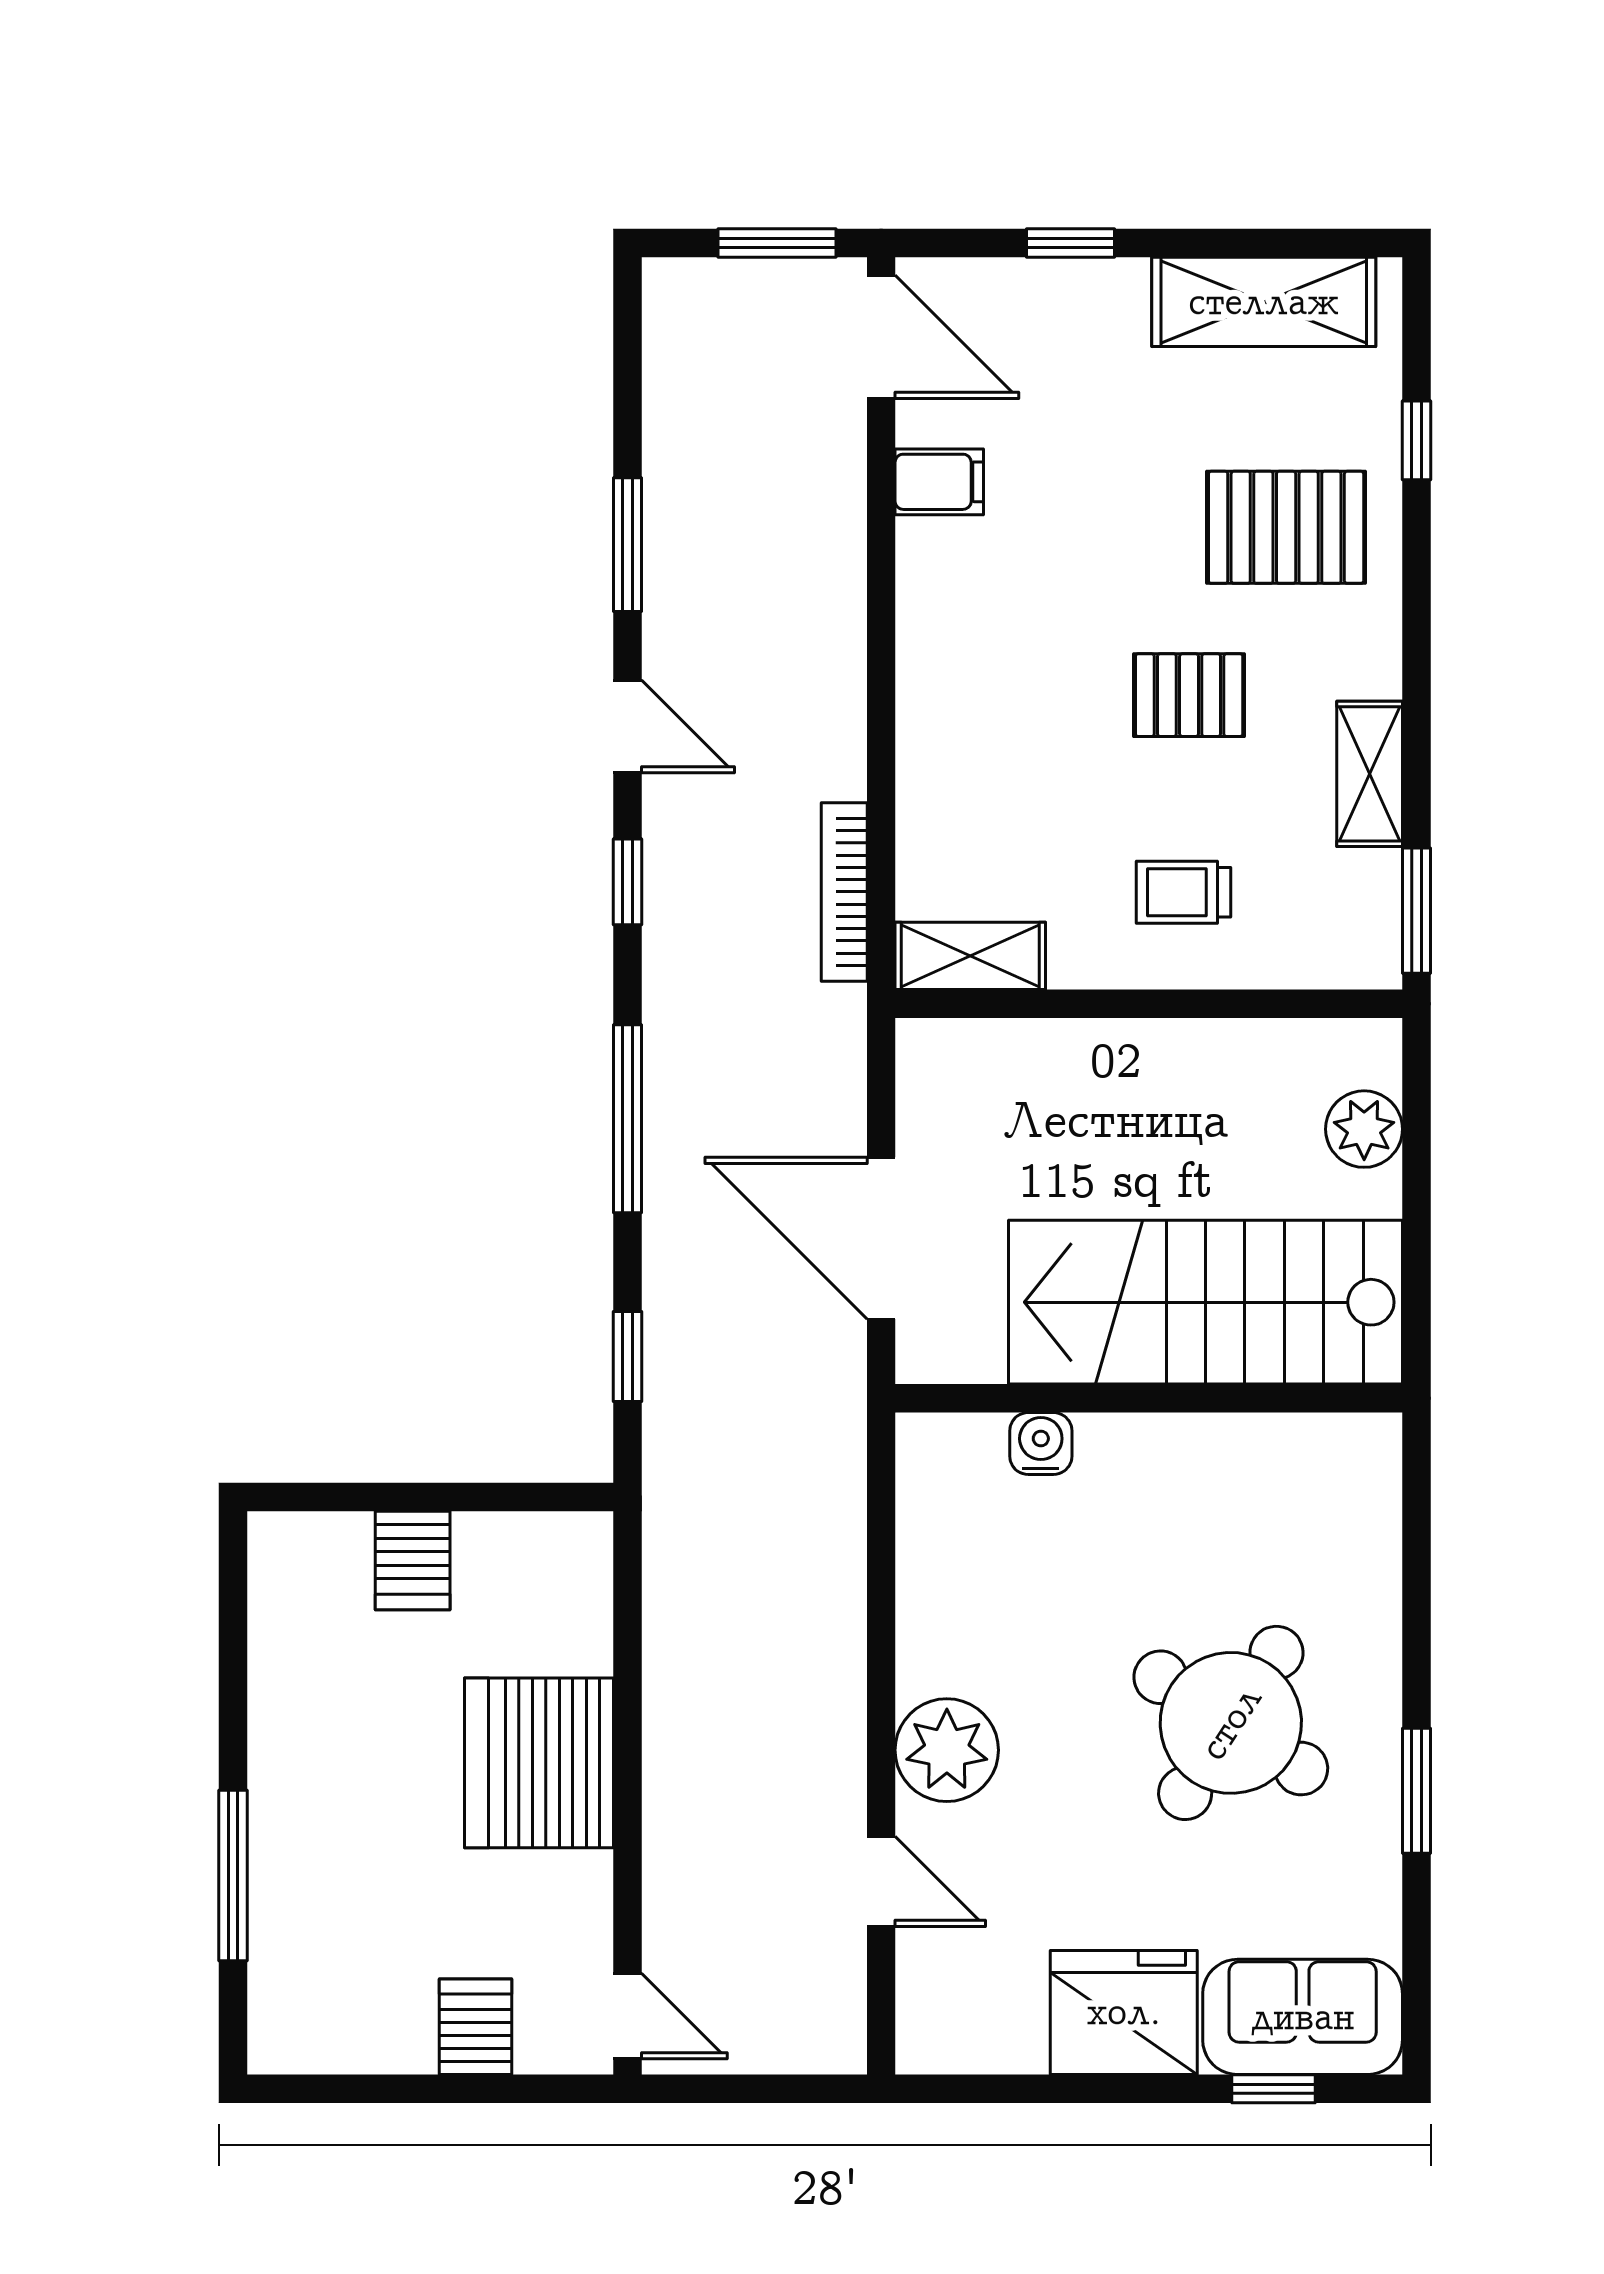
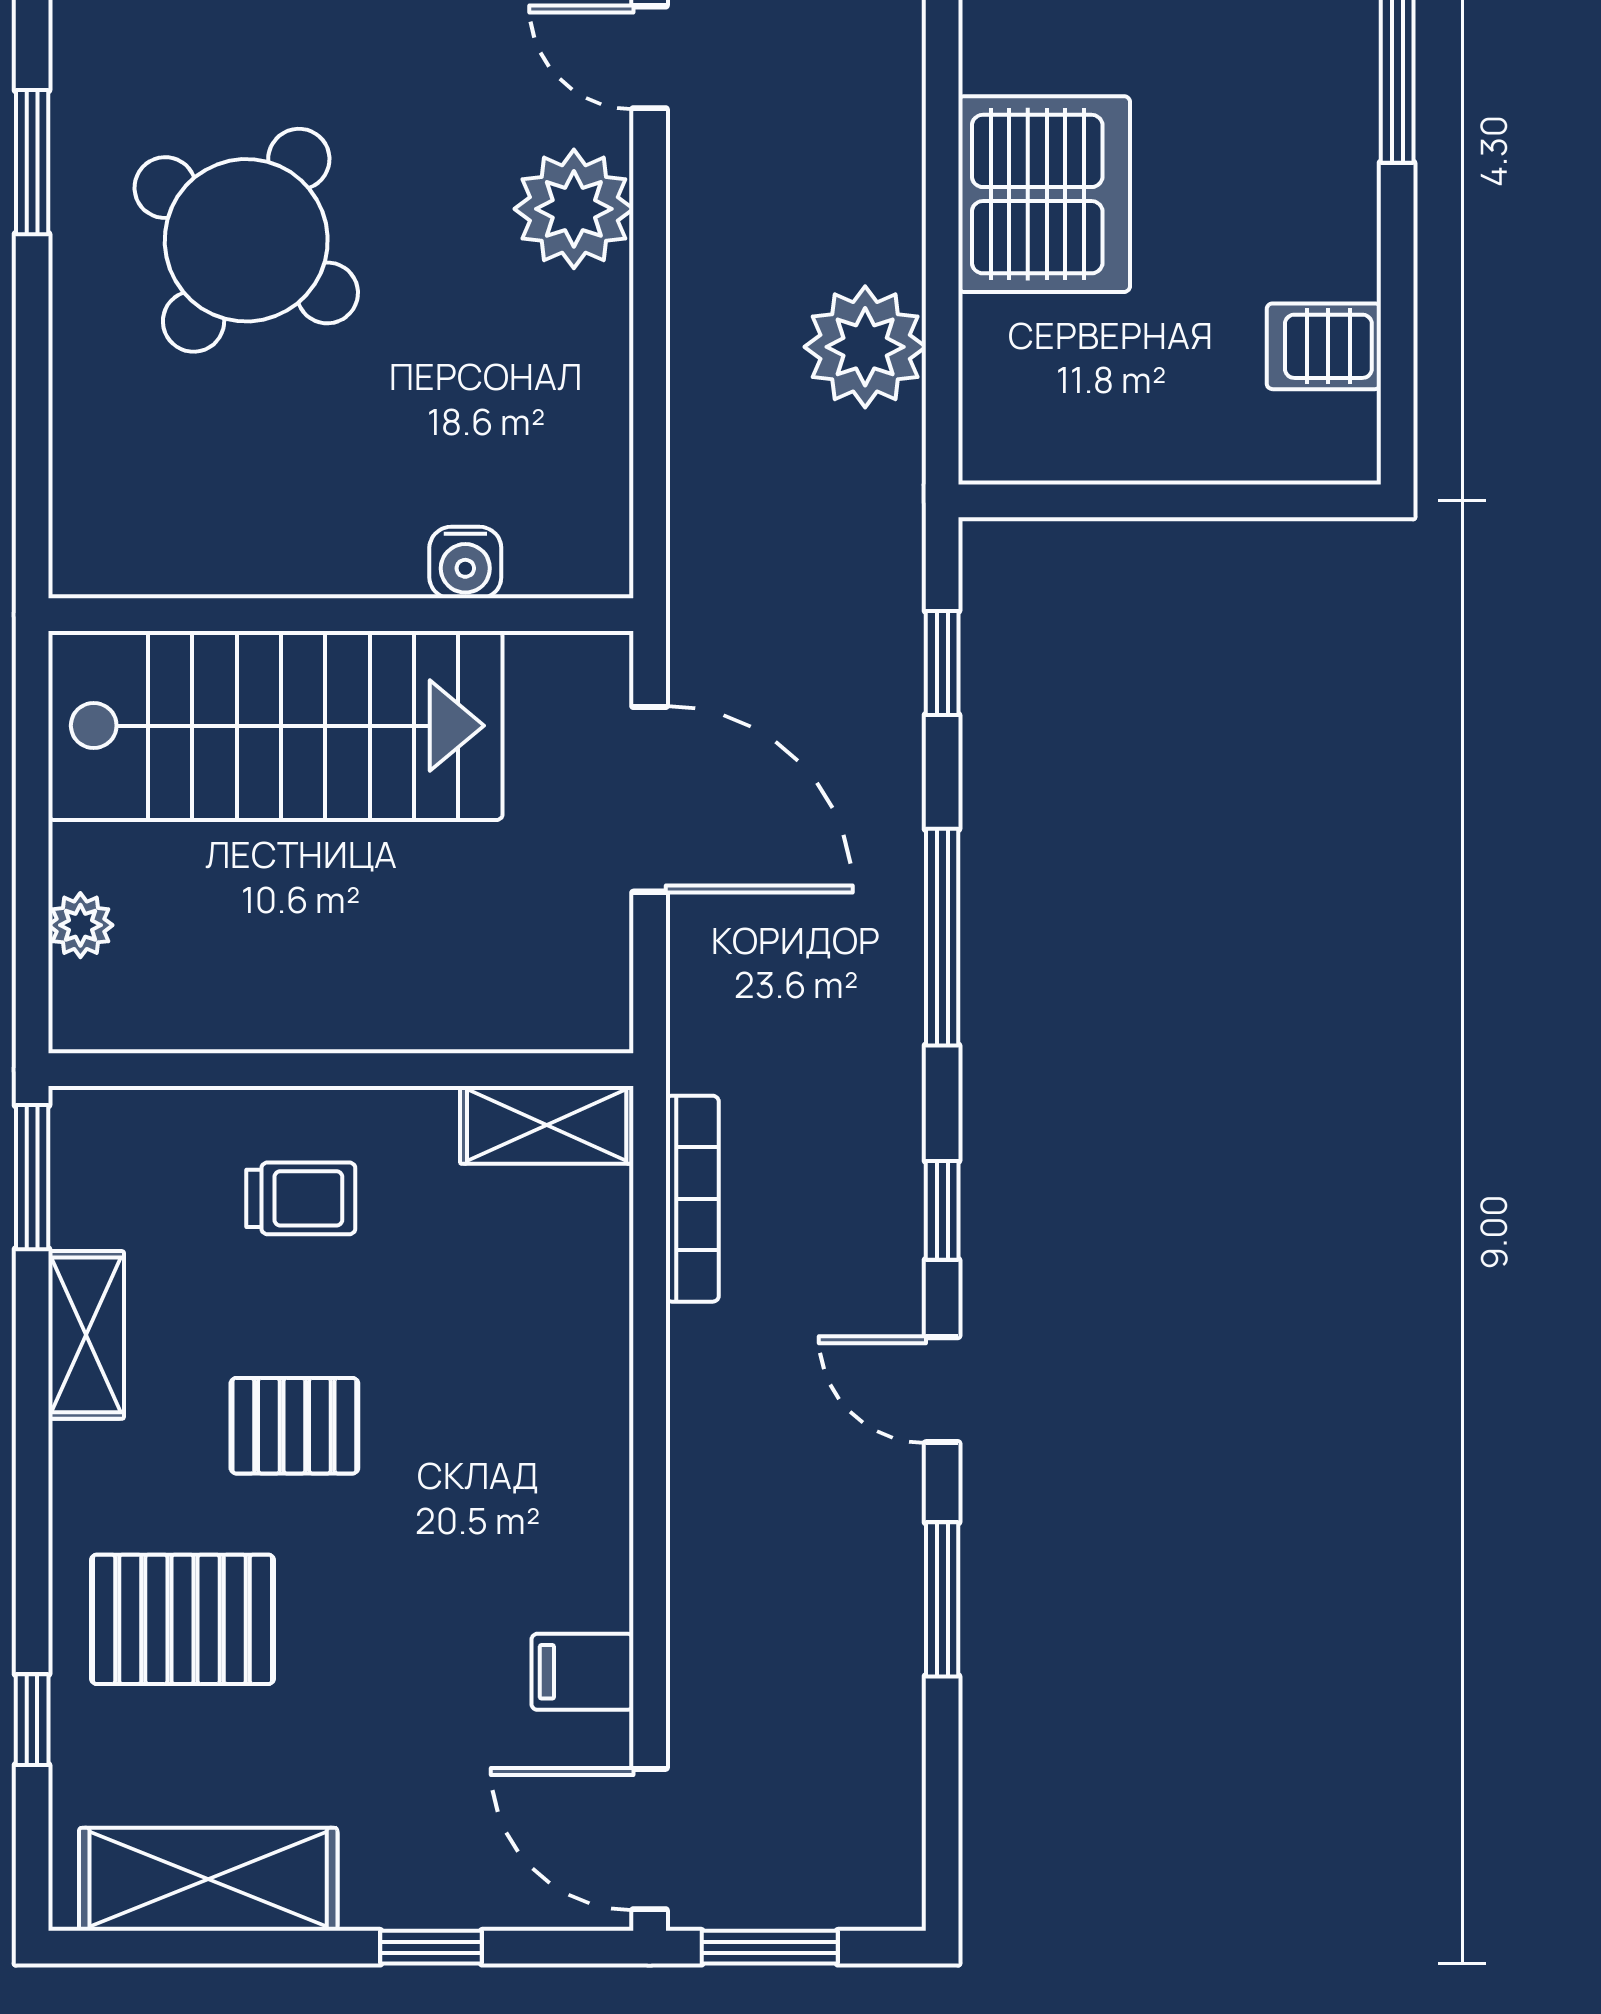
plant: (1364, 1129) -> (80, 925), width x0.73, depth x0.73
server rack: (413, 1561) -> (1324, 346), moved, turned -90
plant: (694, 1631) -> (865, 347), added

